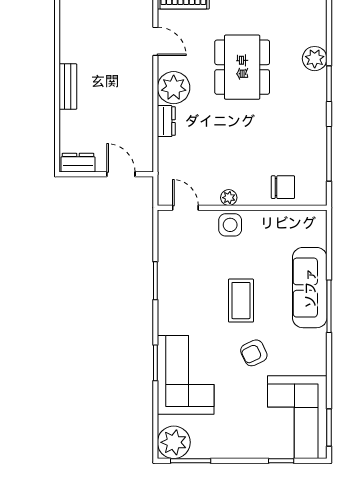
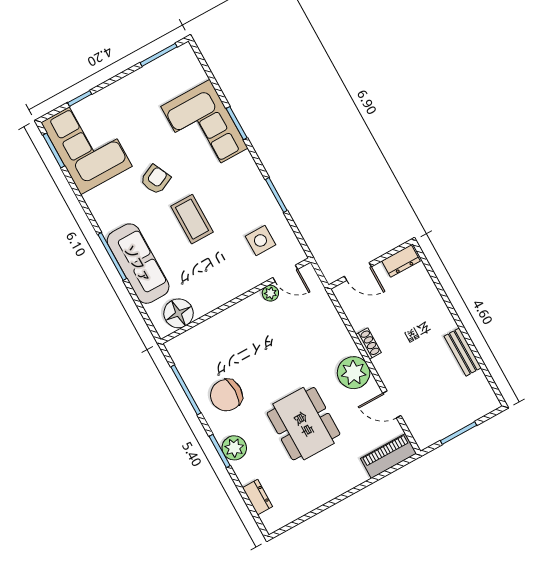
plant: (315, 59) -> (234, 448), moved
bench: (68, 87) -> (463, 352), moved
shoe rack: (146, 106) -> (369, 344), added
dresser: (166, 121) -> (258, 497), moved, turned 180
chair: (283, 187) -> (226, 395), moved, width x1.37, depth x1.37
plant: (229, 198) -> (270, 293), moved
floor lamp: (298, 224) -> (179, 313), added
side table: (230, 225) -> (260, 240), moved
plant: (174, 442) -> (182, 63), removed

